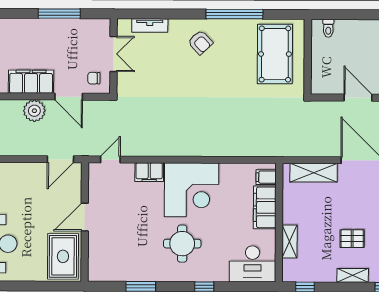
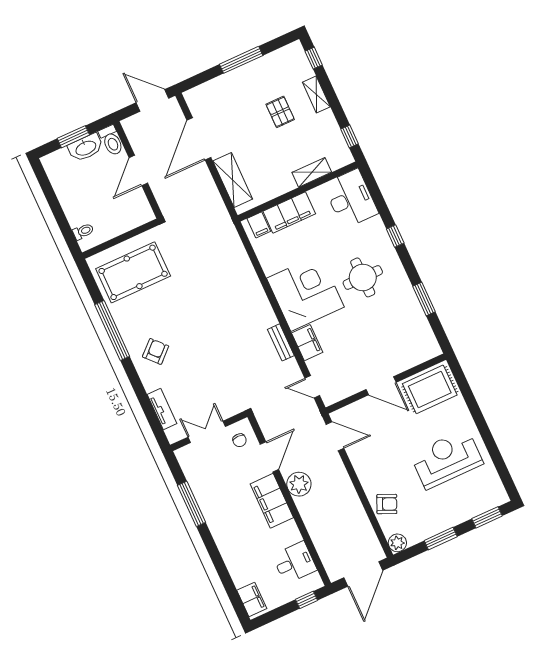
bench: (160, 150) -> (281, 342), added

